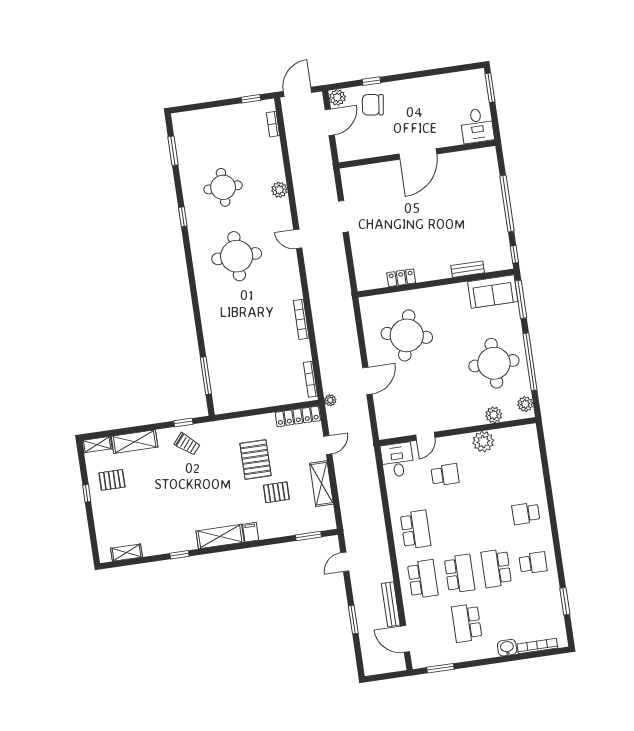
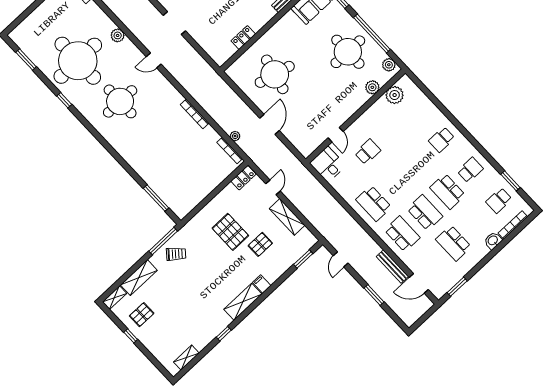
round table: (223, 187) -> (78, 61), width x1.86, depth x1.86
plant: (330, 400) -> (235, 136), moved
locker: (298, 416) -> (243, 178), width x0.66
window: (183, 423) -> (163, 241), width x2.17
plant: (483, 442) -> (395, 95), moved
school desk: (415, 530) -> (374, 203), turned 180
school desk: (540, 612) -> (499, 200), added

